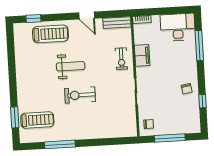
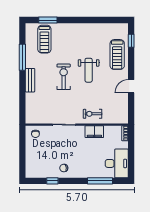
bench: (117, 23) -> (30, 80), moved
window: (170, 138) -> (22, 151), removed

